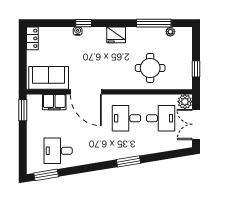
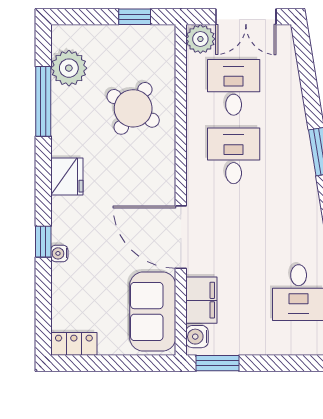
plant: (170, 32) -> (69, 68), width x1.88, depth x1.88
round table: (150, 68) -> (133, 108), turned 32
door: (86, 92) -> (181, 237), swing flipped
water cooler: (36, 100) -> (197, 337), added
desk: (126, 118) -> (234, 156), turned 180

